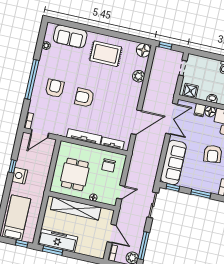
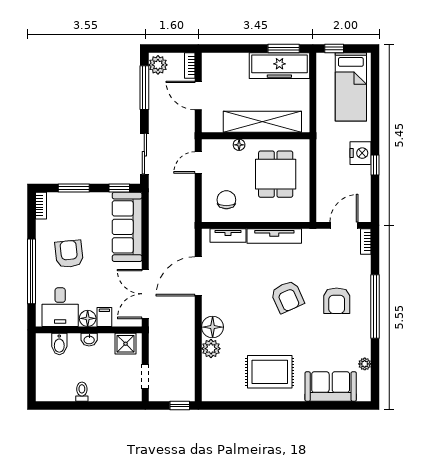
floor lamp: (143, 50) -> (213, 327), moved
armchair: (84, 98) -> (287, 297), turned 66

